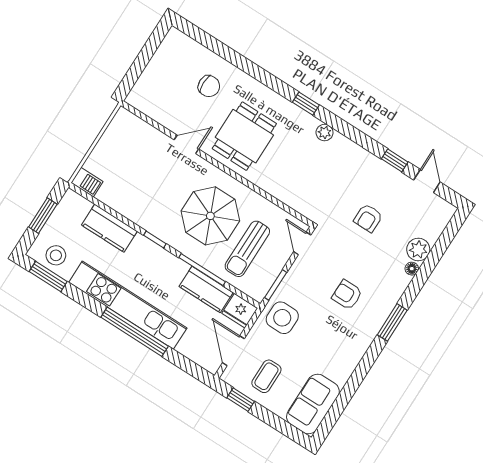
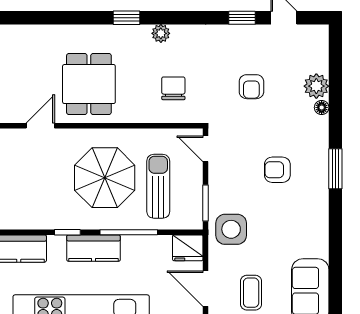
chair: (209, 86) -> (173, 88), moved, turned -90
sun lounger: (247, 249) -> (158, 186), turned 180
kitchen counter: (206, 289) -> (93, 248), moved

